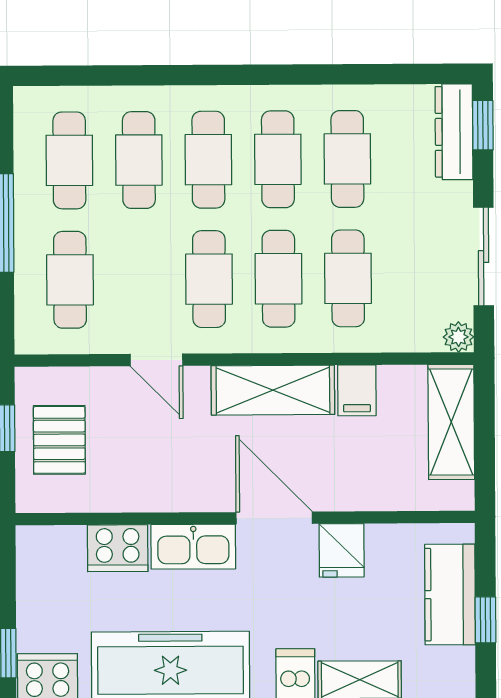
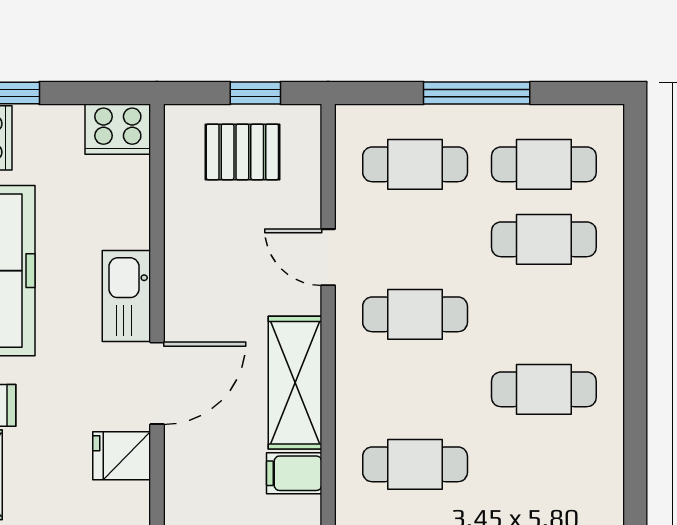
cafe table: (347, 159) -> (544, 464), removed
cafe table: (208, 160) -> (544, 314), removed
cafe table: (279, 279) -> (415, 389), removed
door: (156, 360) -> (328, 257), hinge flipped
cooker: (118, 548) -> (118, 129), moved, turned -90

